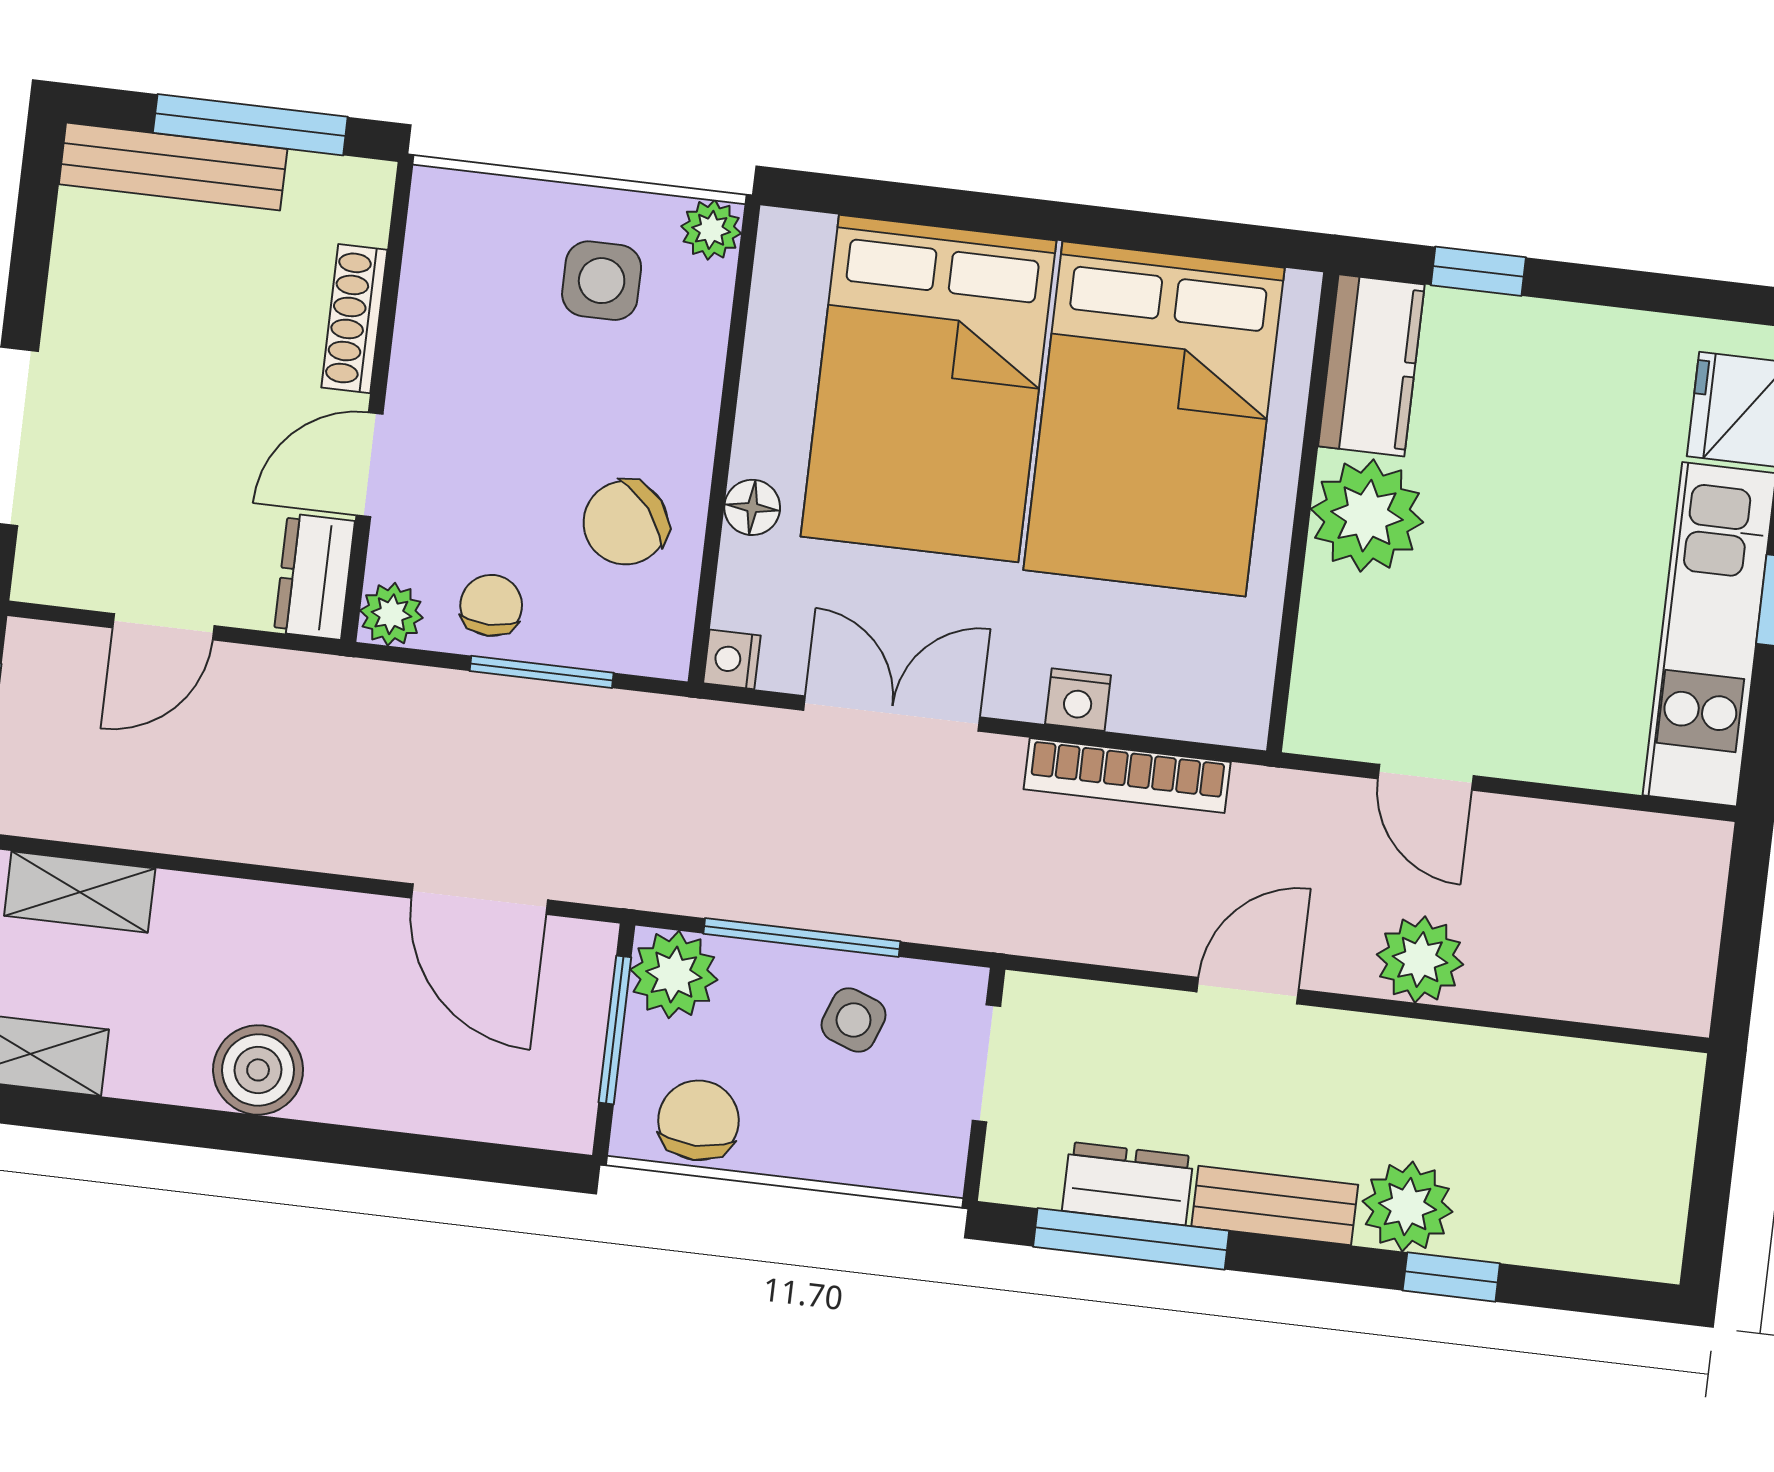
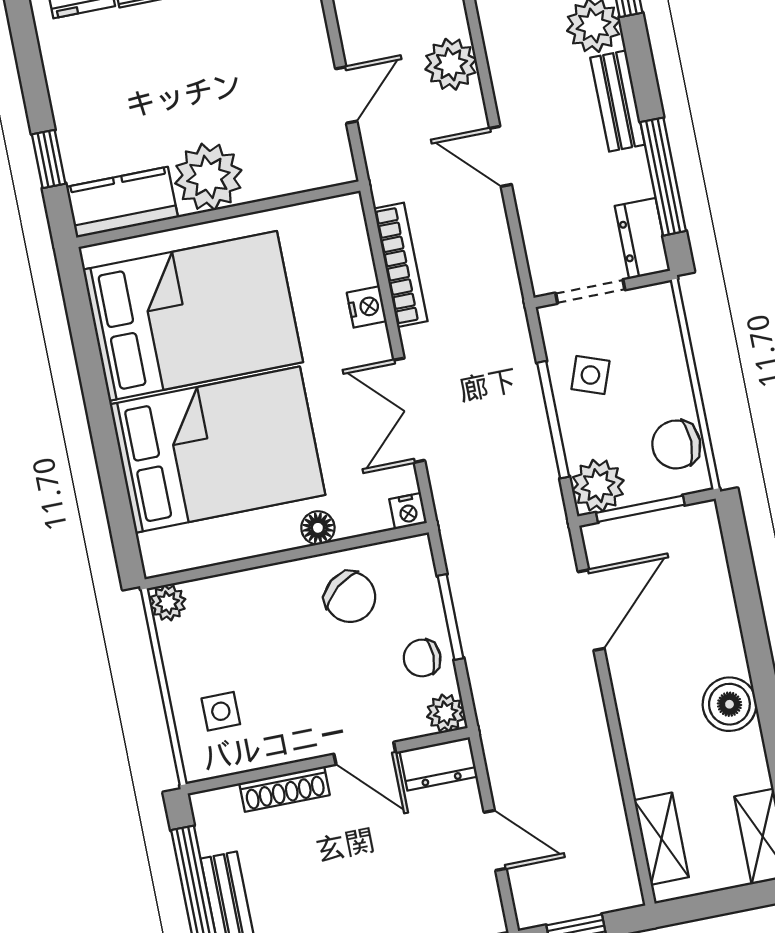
side table: (602, 281) -> (221, 711), moved, width x0.73, depth x0.73
dresser: (1128, 1184) -> (642, 238), moved

